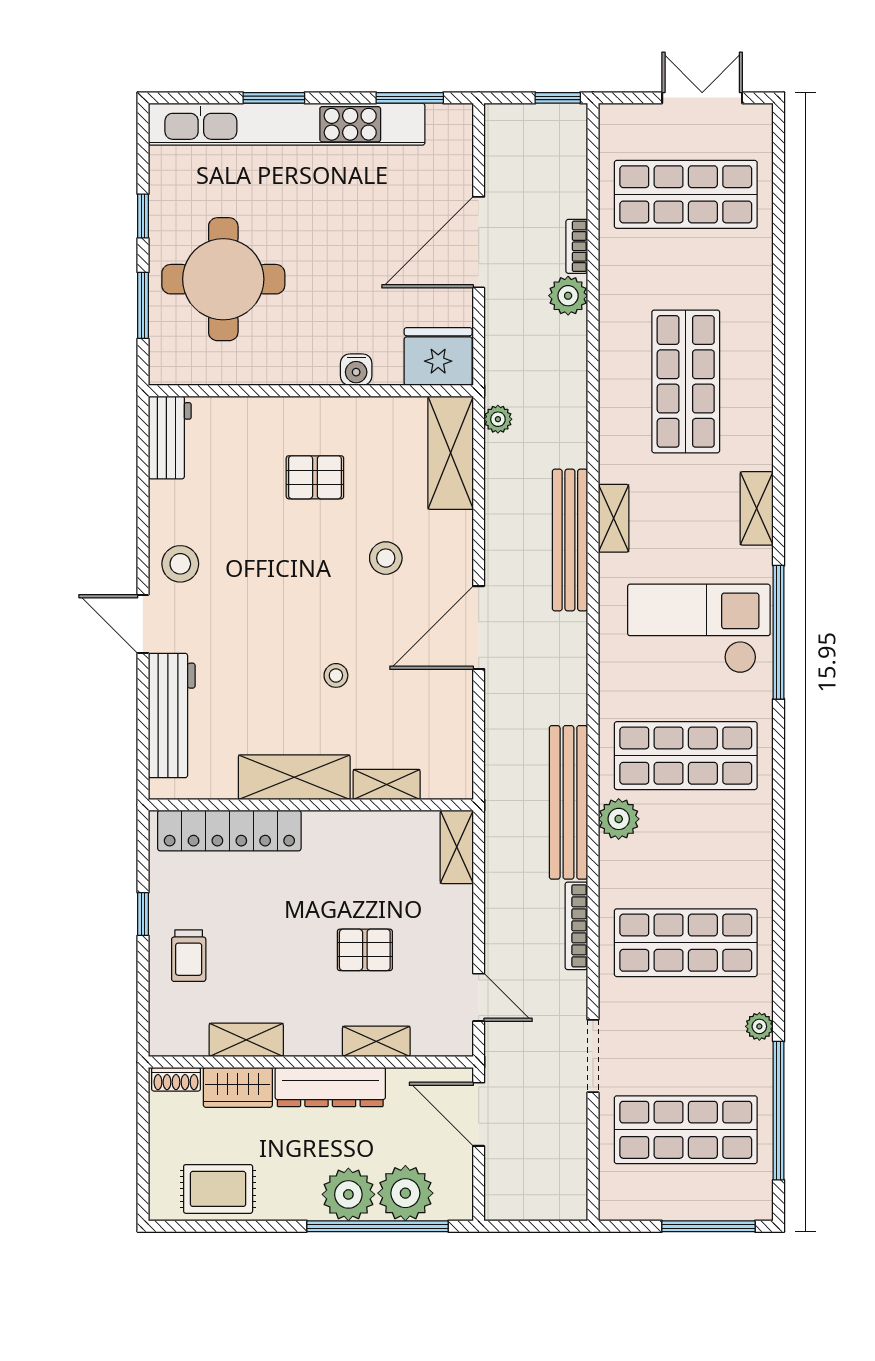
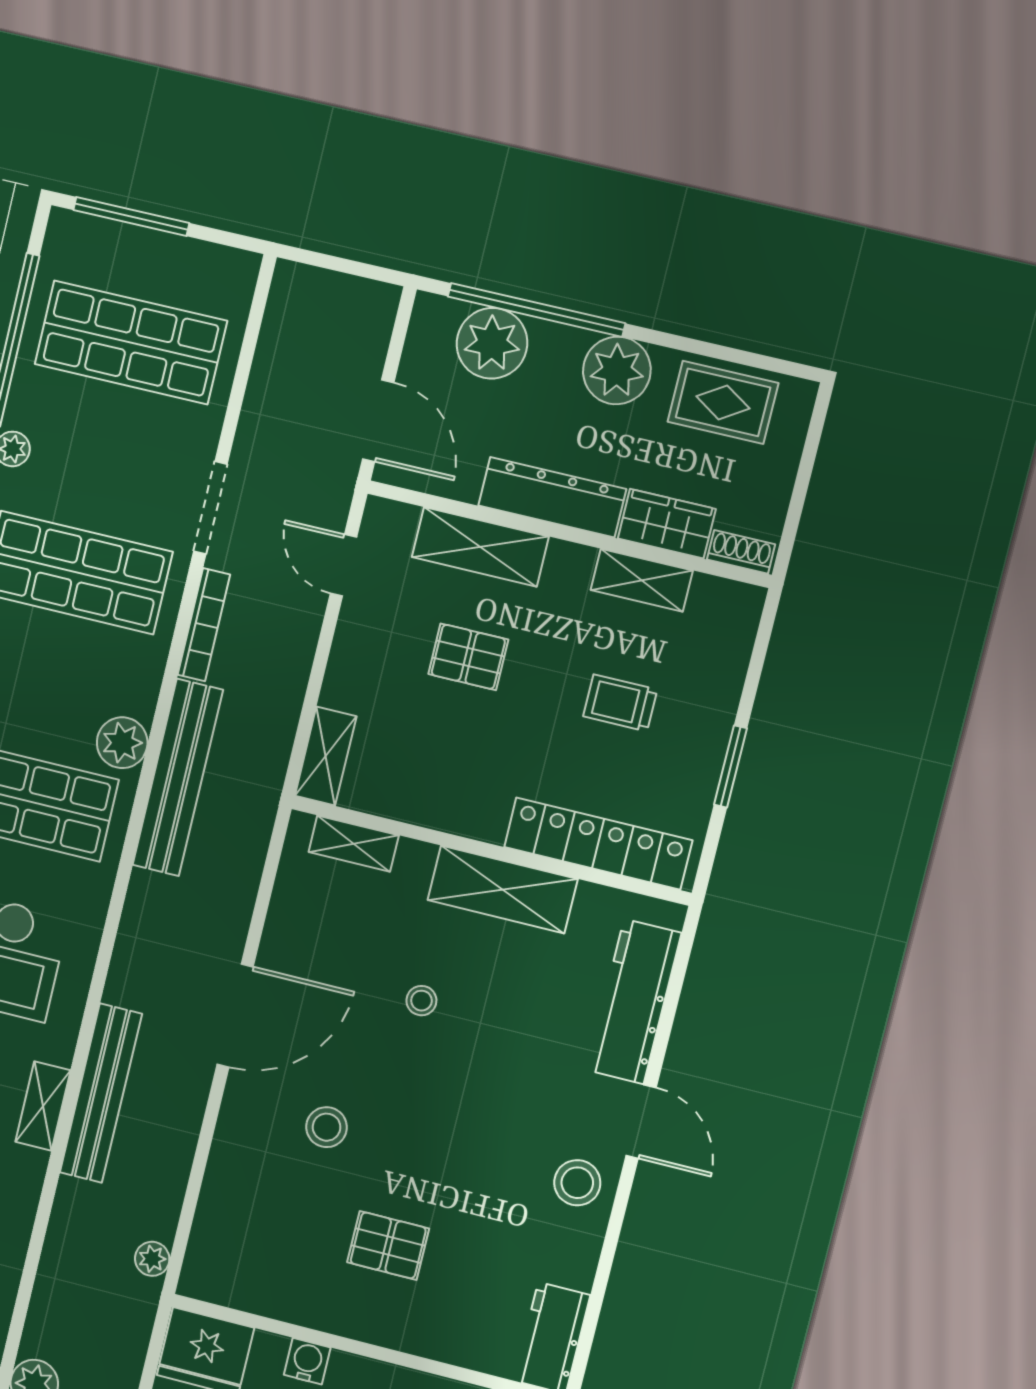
shelving: (451, 453) -> (218, 1233), removed
shelving: (387, 784) -> (354, 844), moved
window: (143, 914) -> (730, 767), width x1.50
trolley: (189, 956) -> (620, 703), moved, turned -90
shelving: (376, 1041) -> (480, 547), width x1.50, depth x1.33
doorway: (593, 1056) -> (211, 508), moved
plant: (348, 1194) -> (617, 370), moved

